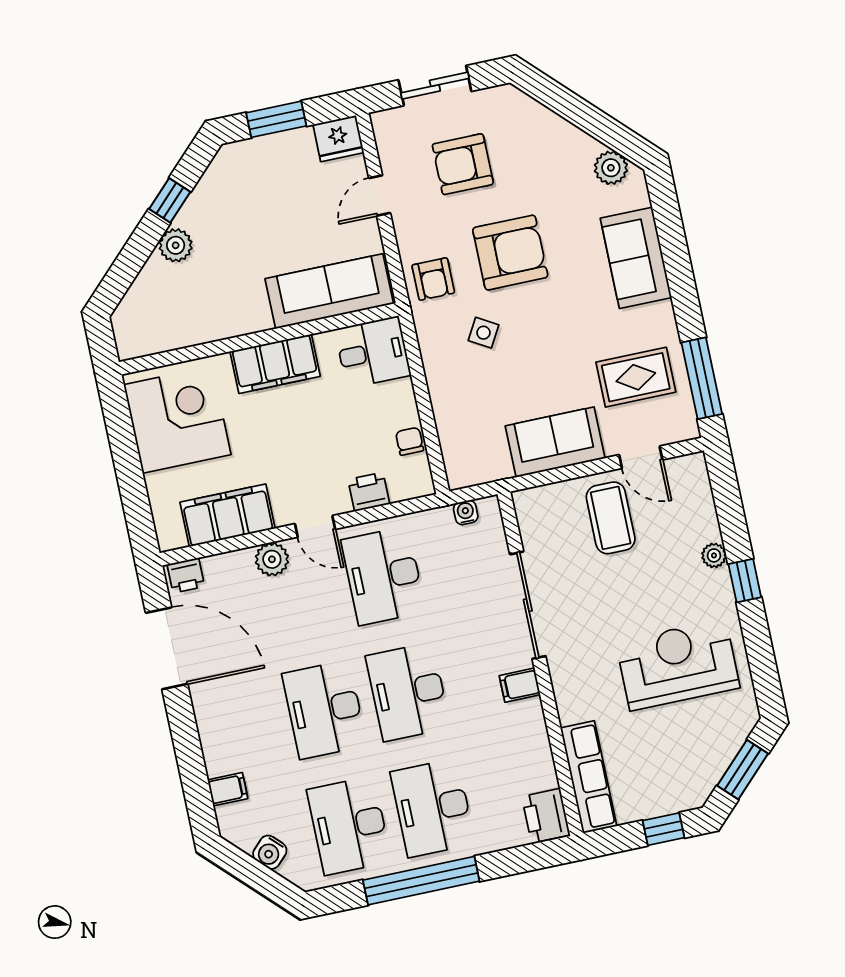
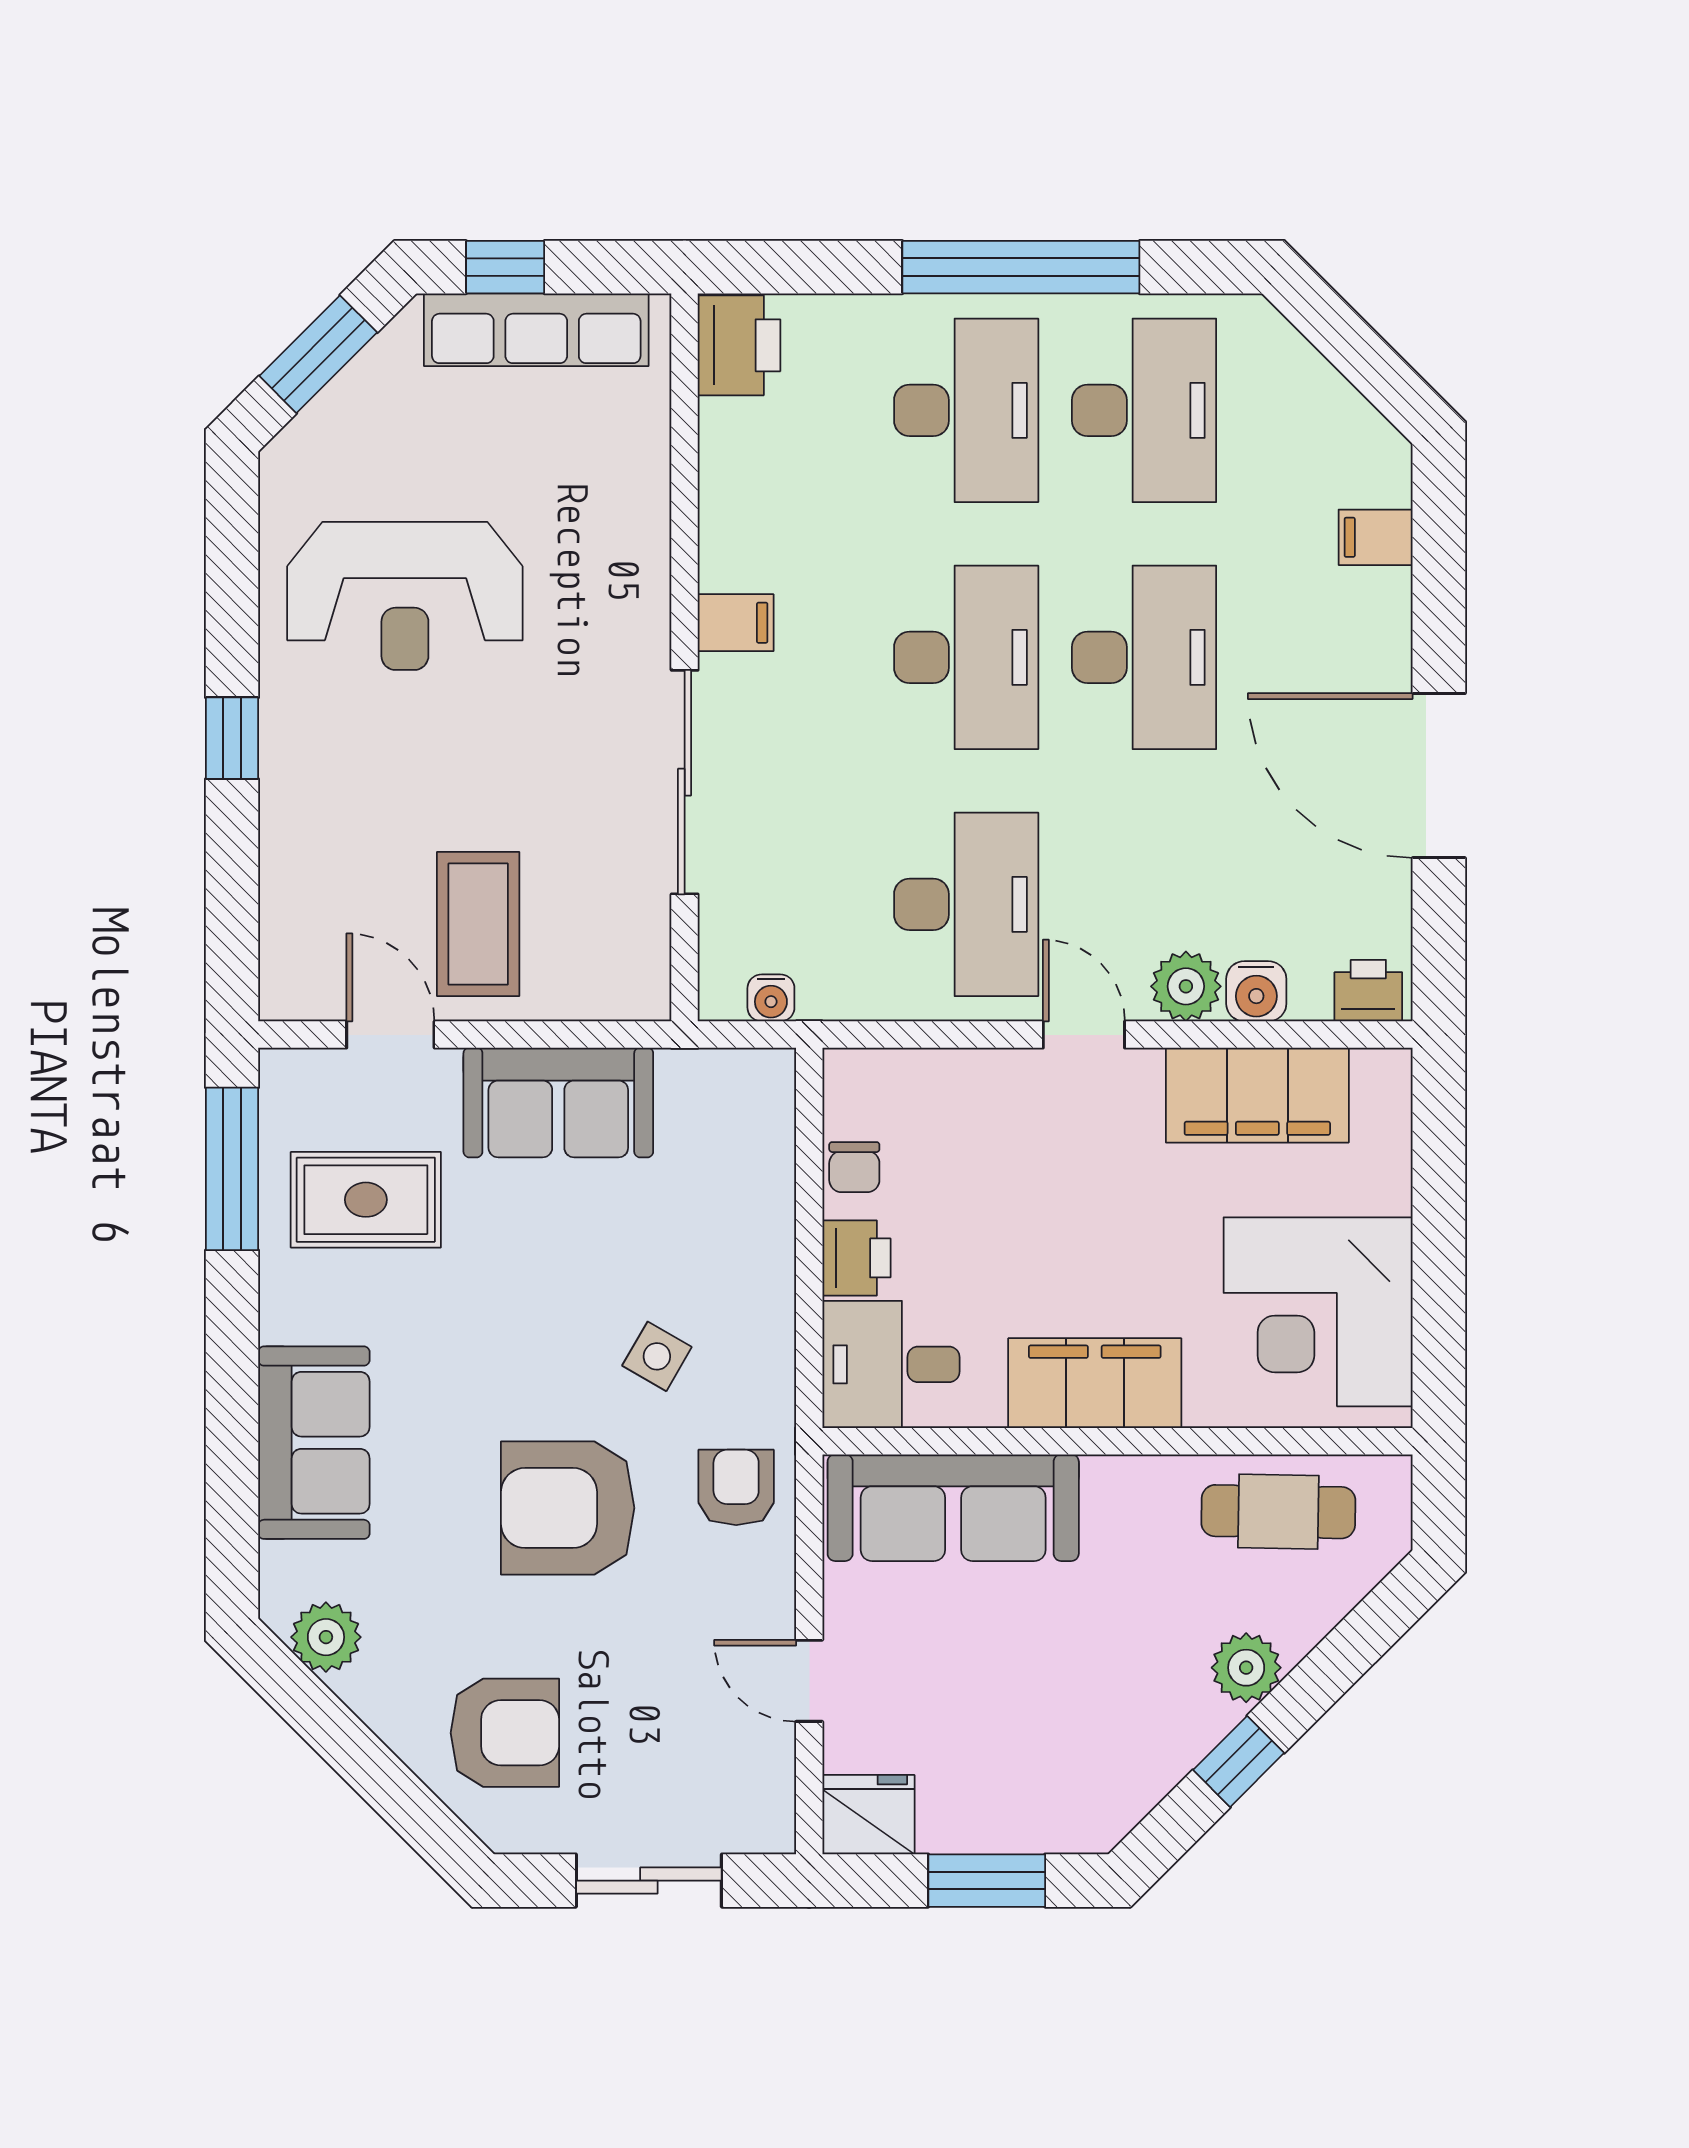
armchair: (463, 164) -> (505, 1733), moved
door: (380, 196) -> (809, 1681), swing flipped
cafe table: (176, 322) -> (1278, 1512), added
printer: (369, 492) -> (856, 1258), moved, turned -90
plant: (714, 555) -> (284, 803), removed
door: (167, 648) -> (1439, 776), moved
row of seats: (589, 777) -> (536, 330), moved, turned -90
water cooler: (270, 852) -> (1256, 991), moved, turned 135

